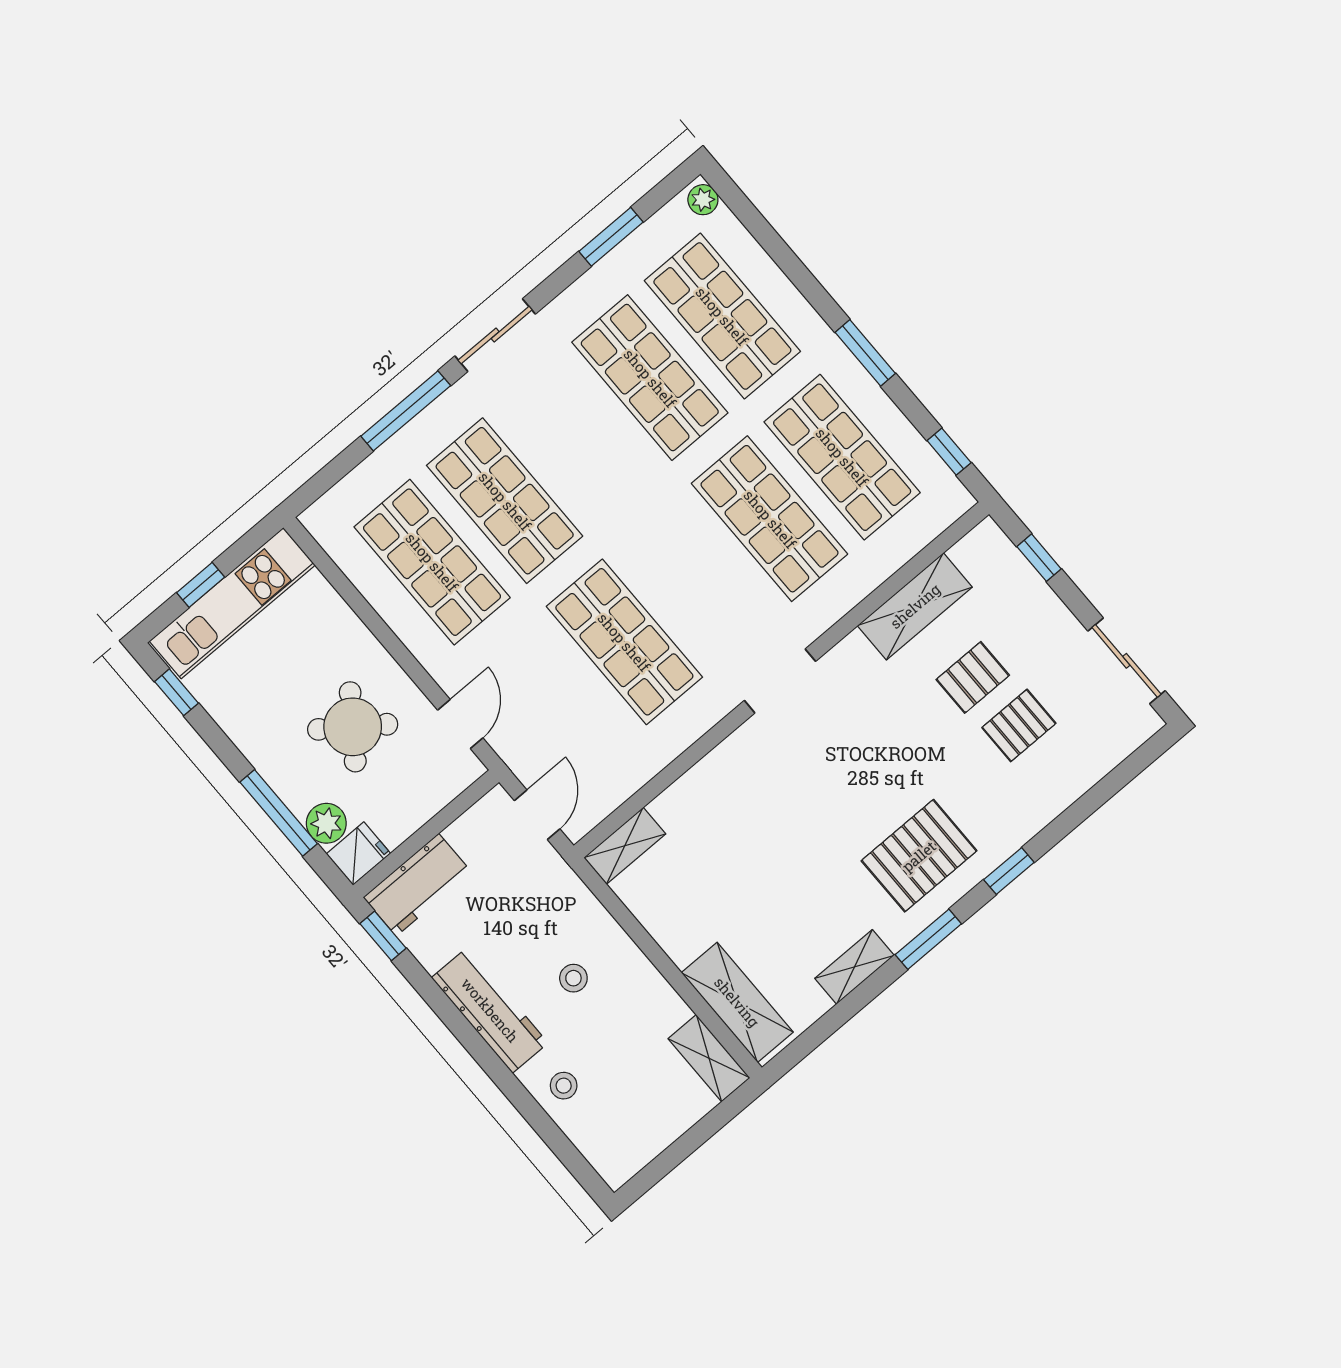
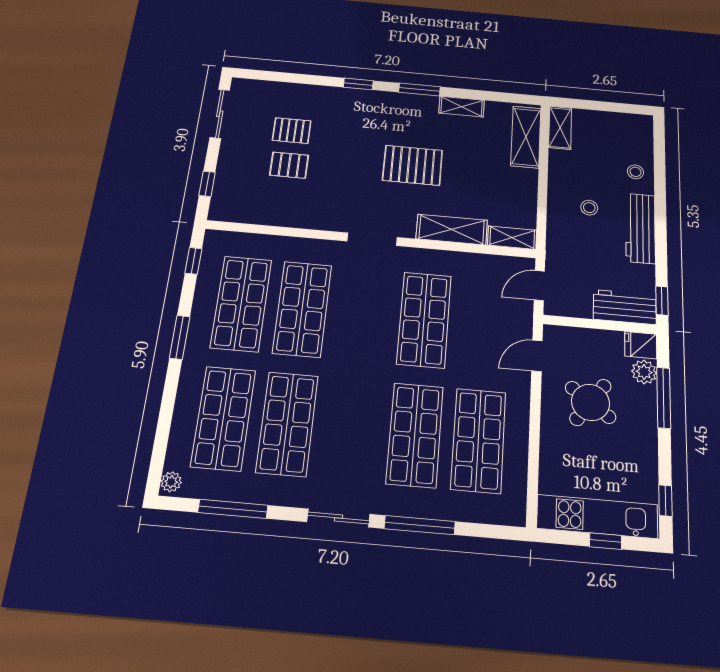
window: (611, 237) -> (233, 509), width x1.44
shelving: (915, 606) -> (452, 229), moved
pallet: (919, 856) -> (413, 165), moved

